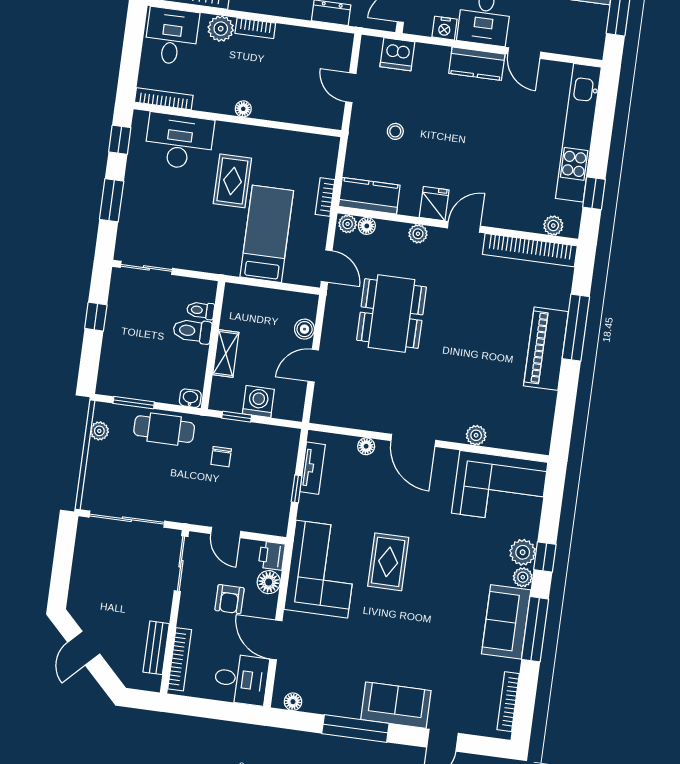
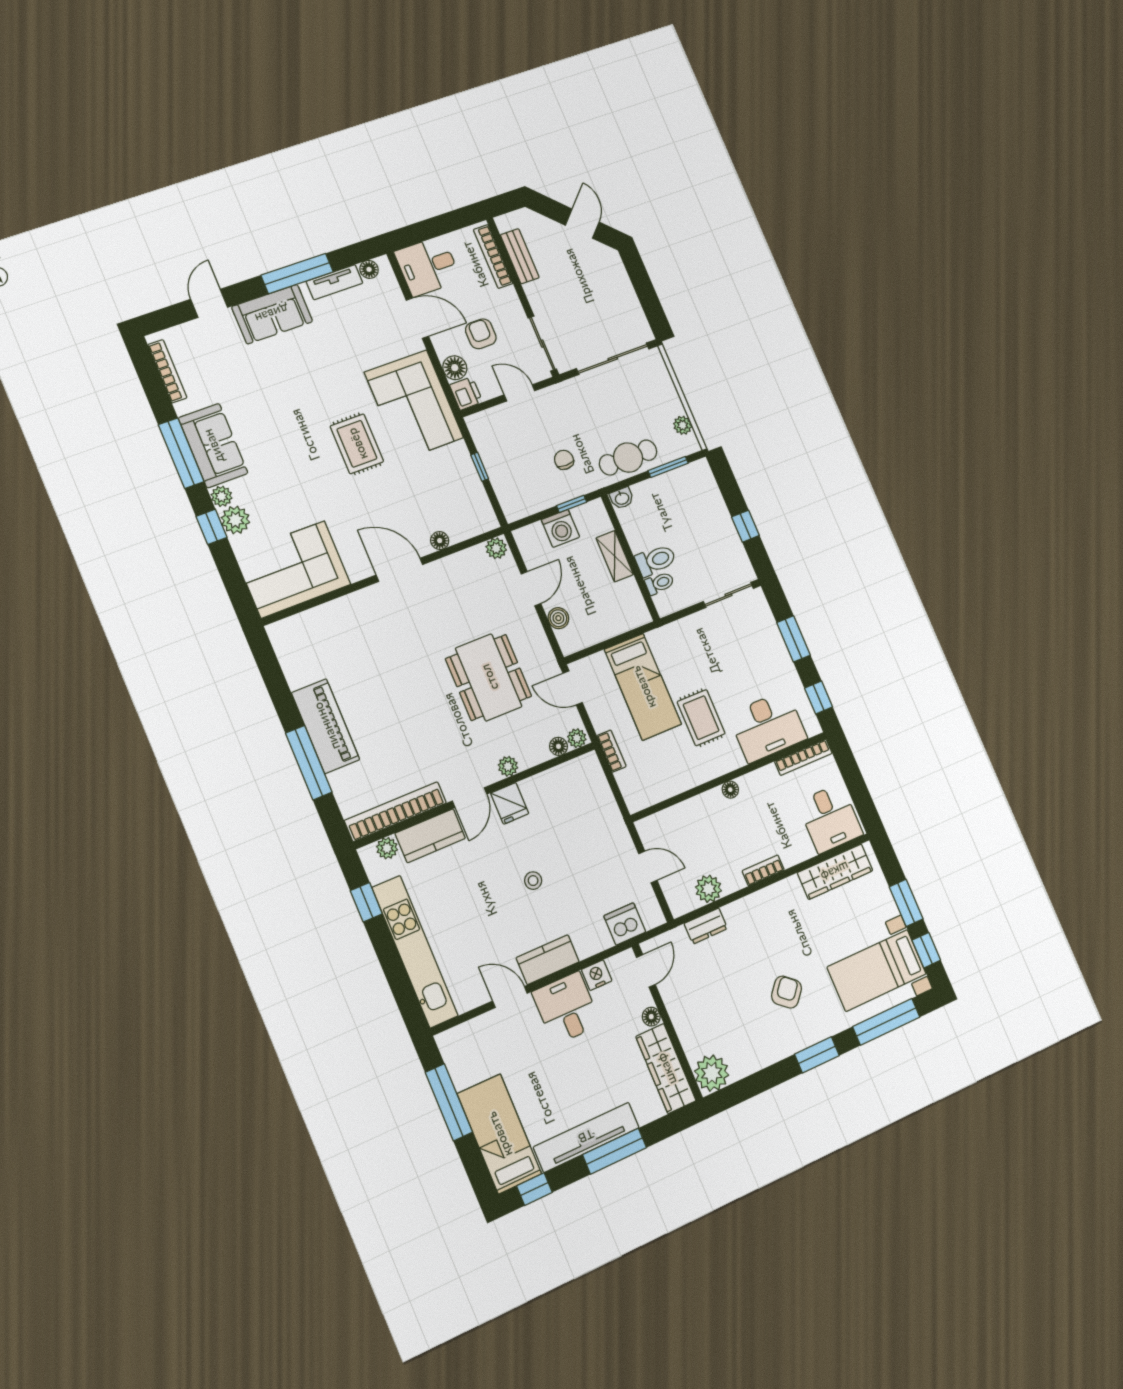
plant: (221, 29) -> (708, 889), moved
stool: (395, 131) -> (533, 881), moved
kitchen counter: (369, 196) -> (430, 836), moved
plant: (476, 435) -> (496, 548), moved
tv unit: (313, 468) -> (334, 282), moved, turned -90

